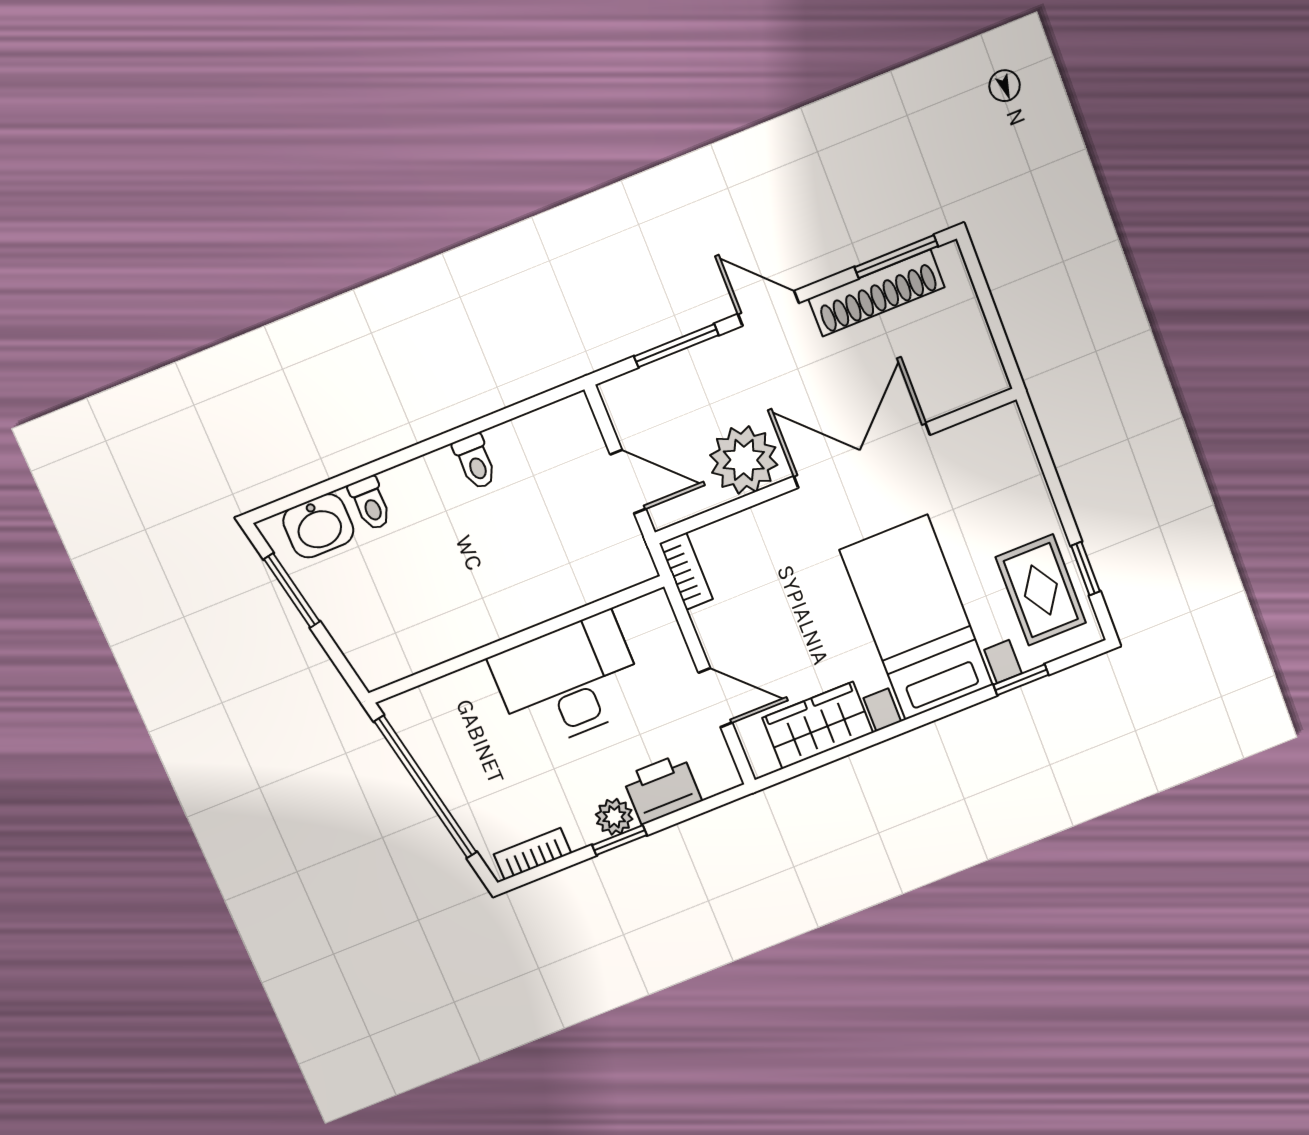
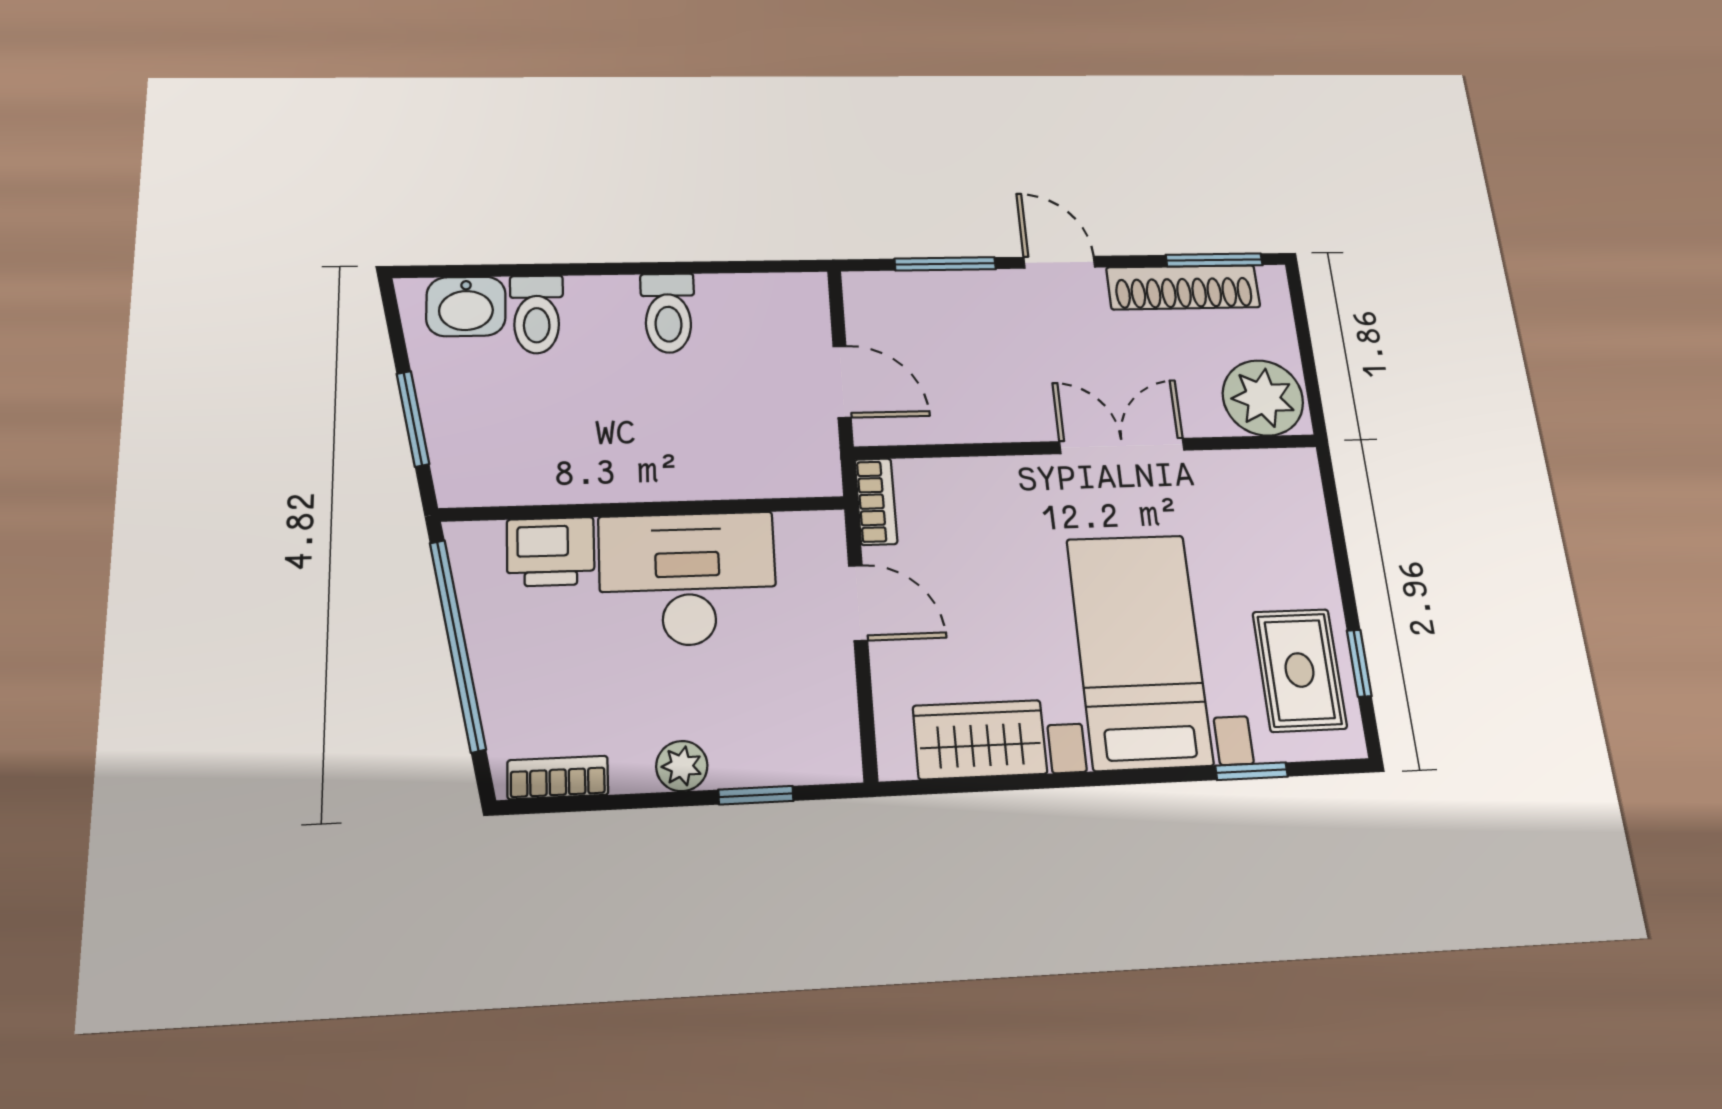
double door: (862, 455) -> (1122, 446), width x0.73
plant: (744, 460) -> (1263, 398), moved
toilet: (475, 462) -> (668, 313), width x1.37, depth x1.39
toilet: (370, 503) -> (537, 314), width x1.37, depth x1.39
window: (292, 590) -> (413, 419), moved
door: (715, 698) -> (858, 603), moved
printer: (662, 789) -> (551, 552), moved, turned 180
window: (620, 840) -> (756, 795), moved

